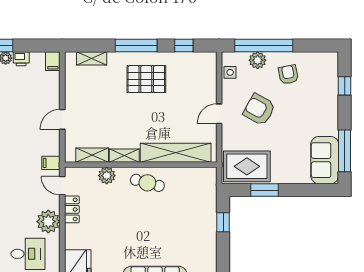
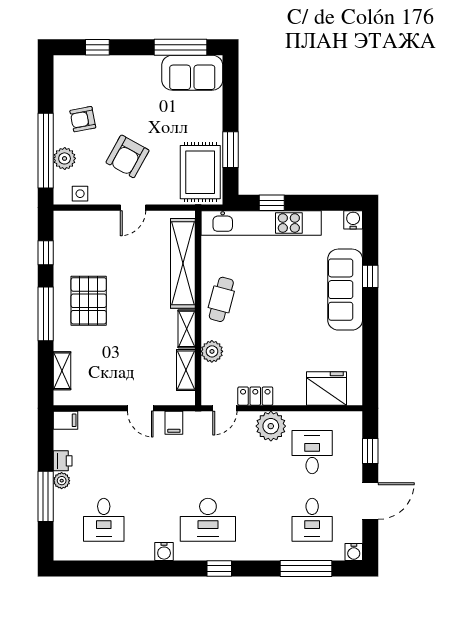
door: (219, 114) -> (133, 208), hinge flipped
filing cabinet: (51, 163) -> (174, 423), moved
kitchen unit: (207, 214) -> (261, 223), added

